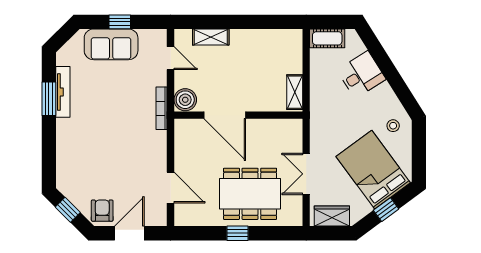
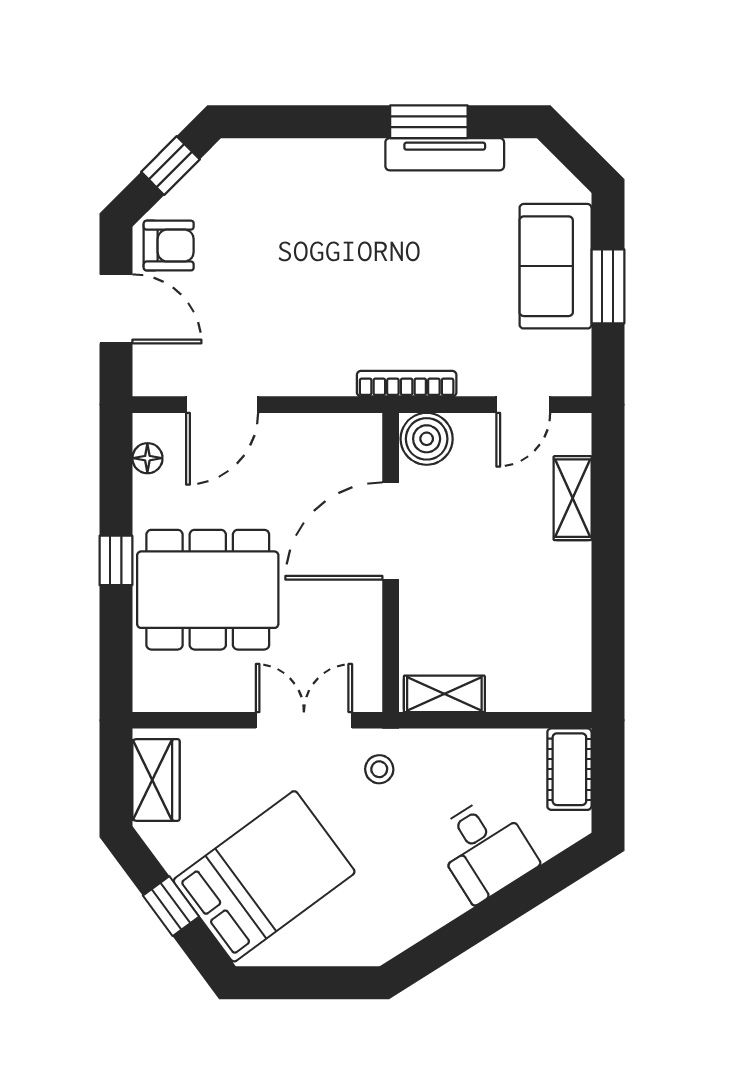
window: (120, 22) -> (608, 286), width x1.50
stool: (393, 126) -> (379, 769), moved
double door: (306, 174) -> (304, 720), moved
dining table: (250, 194) -> (208, 590), turned 90
floor lamp: (194, 220) -> (147, 458), added

